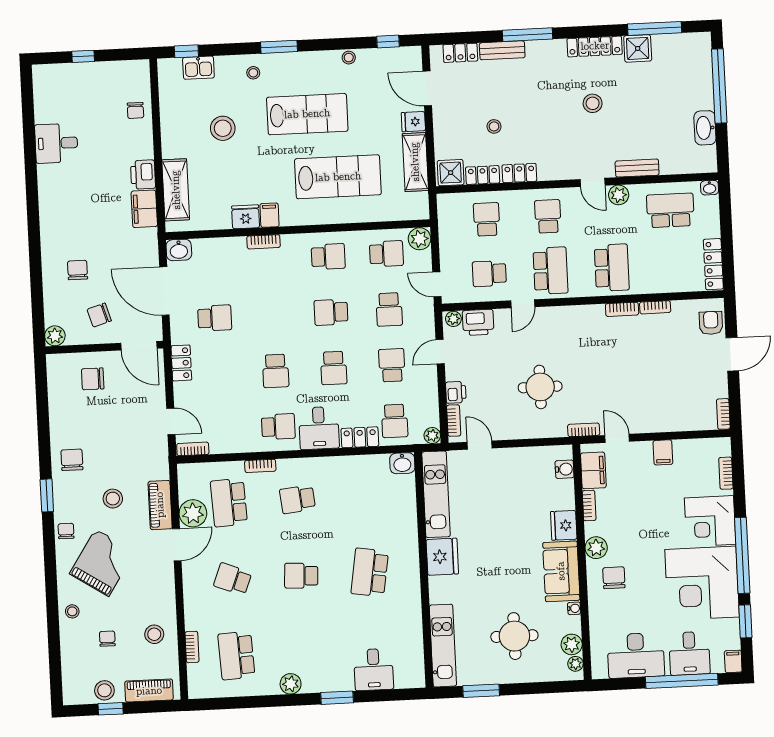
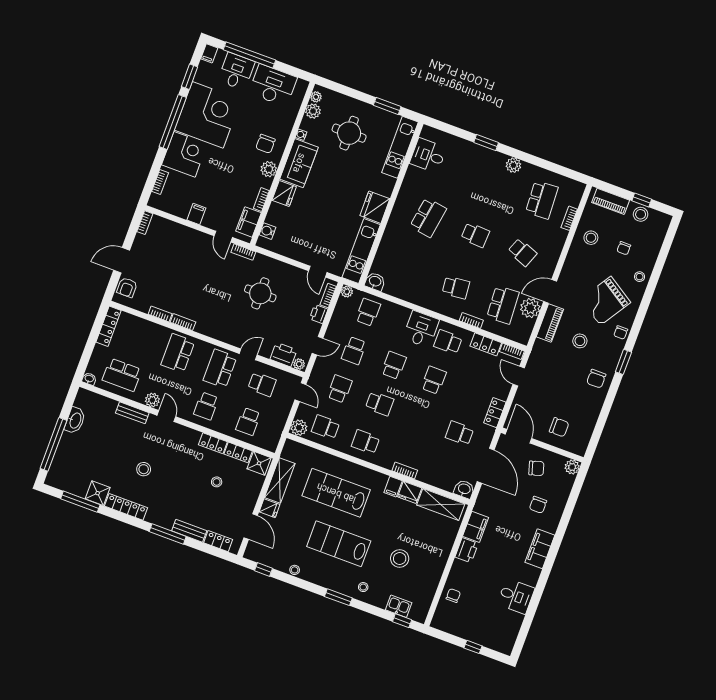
shelving: (176, 190) -> (441, 504), moved, turned 90
filing cabinet: (52, 216) -> (540, 549), added
locker: (360, 437) -> (486, 344), moved
desk: (374, 670) -> (428, 155), moved, turned -90

